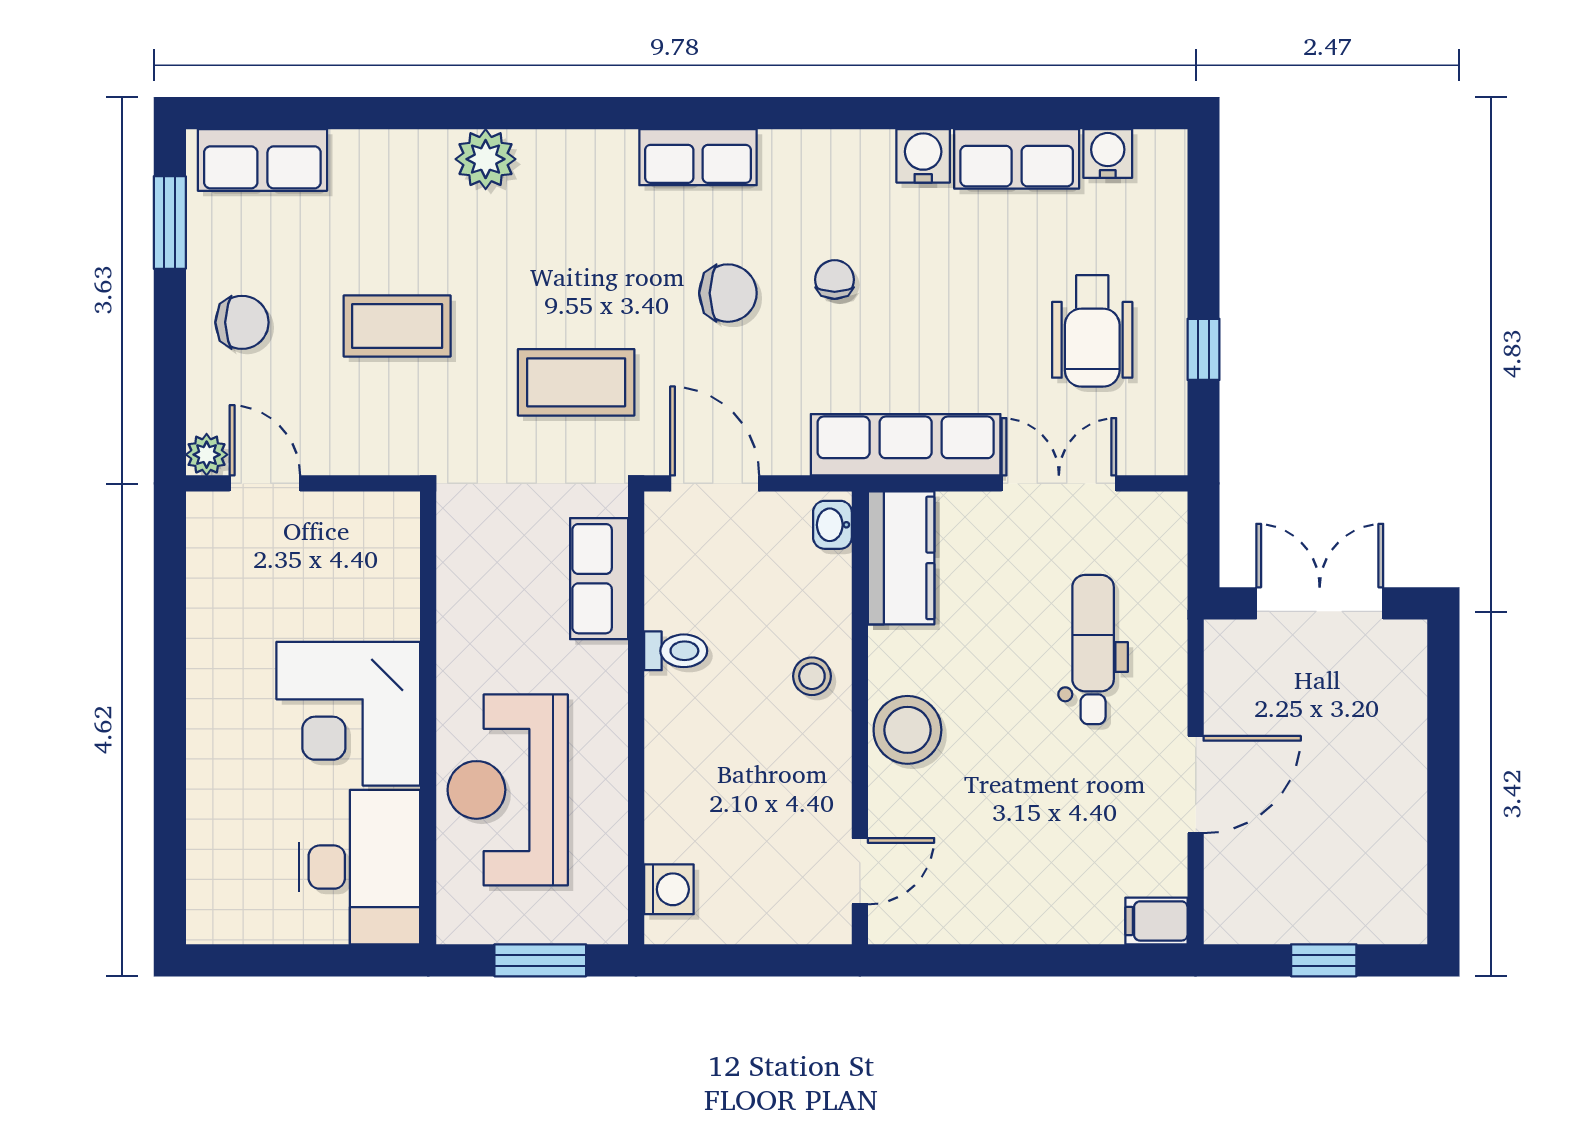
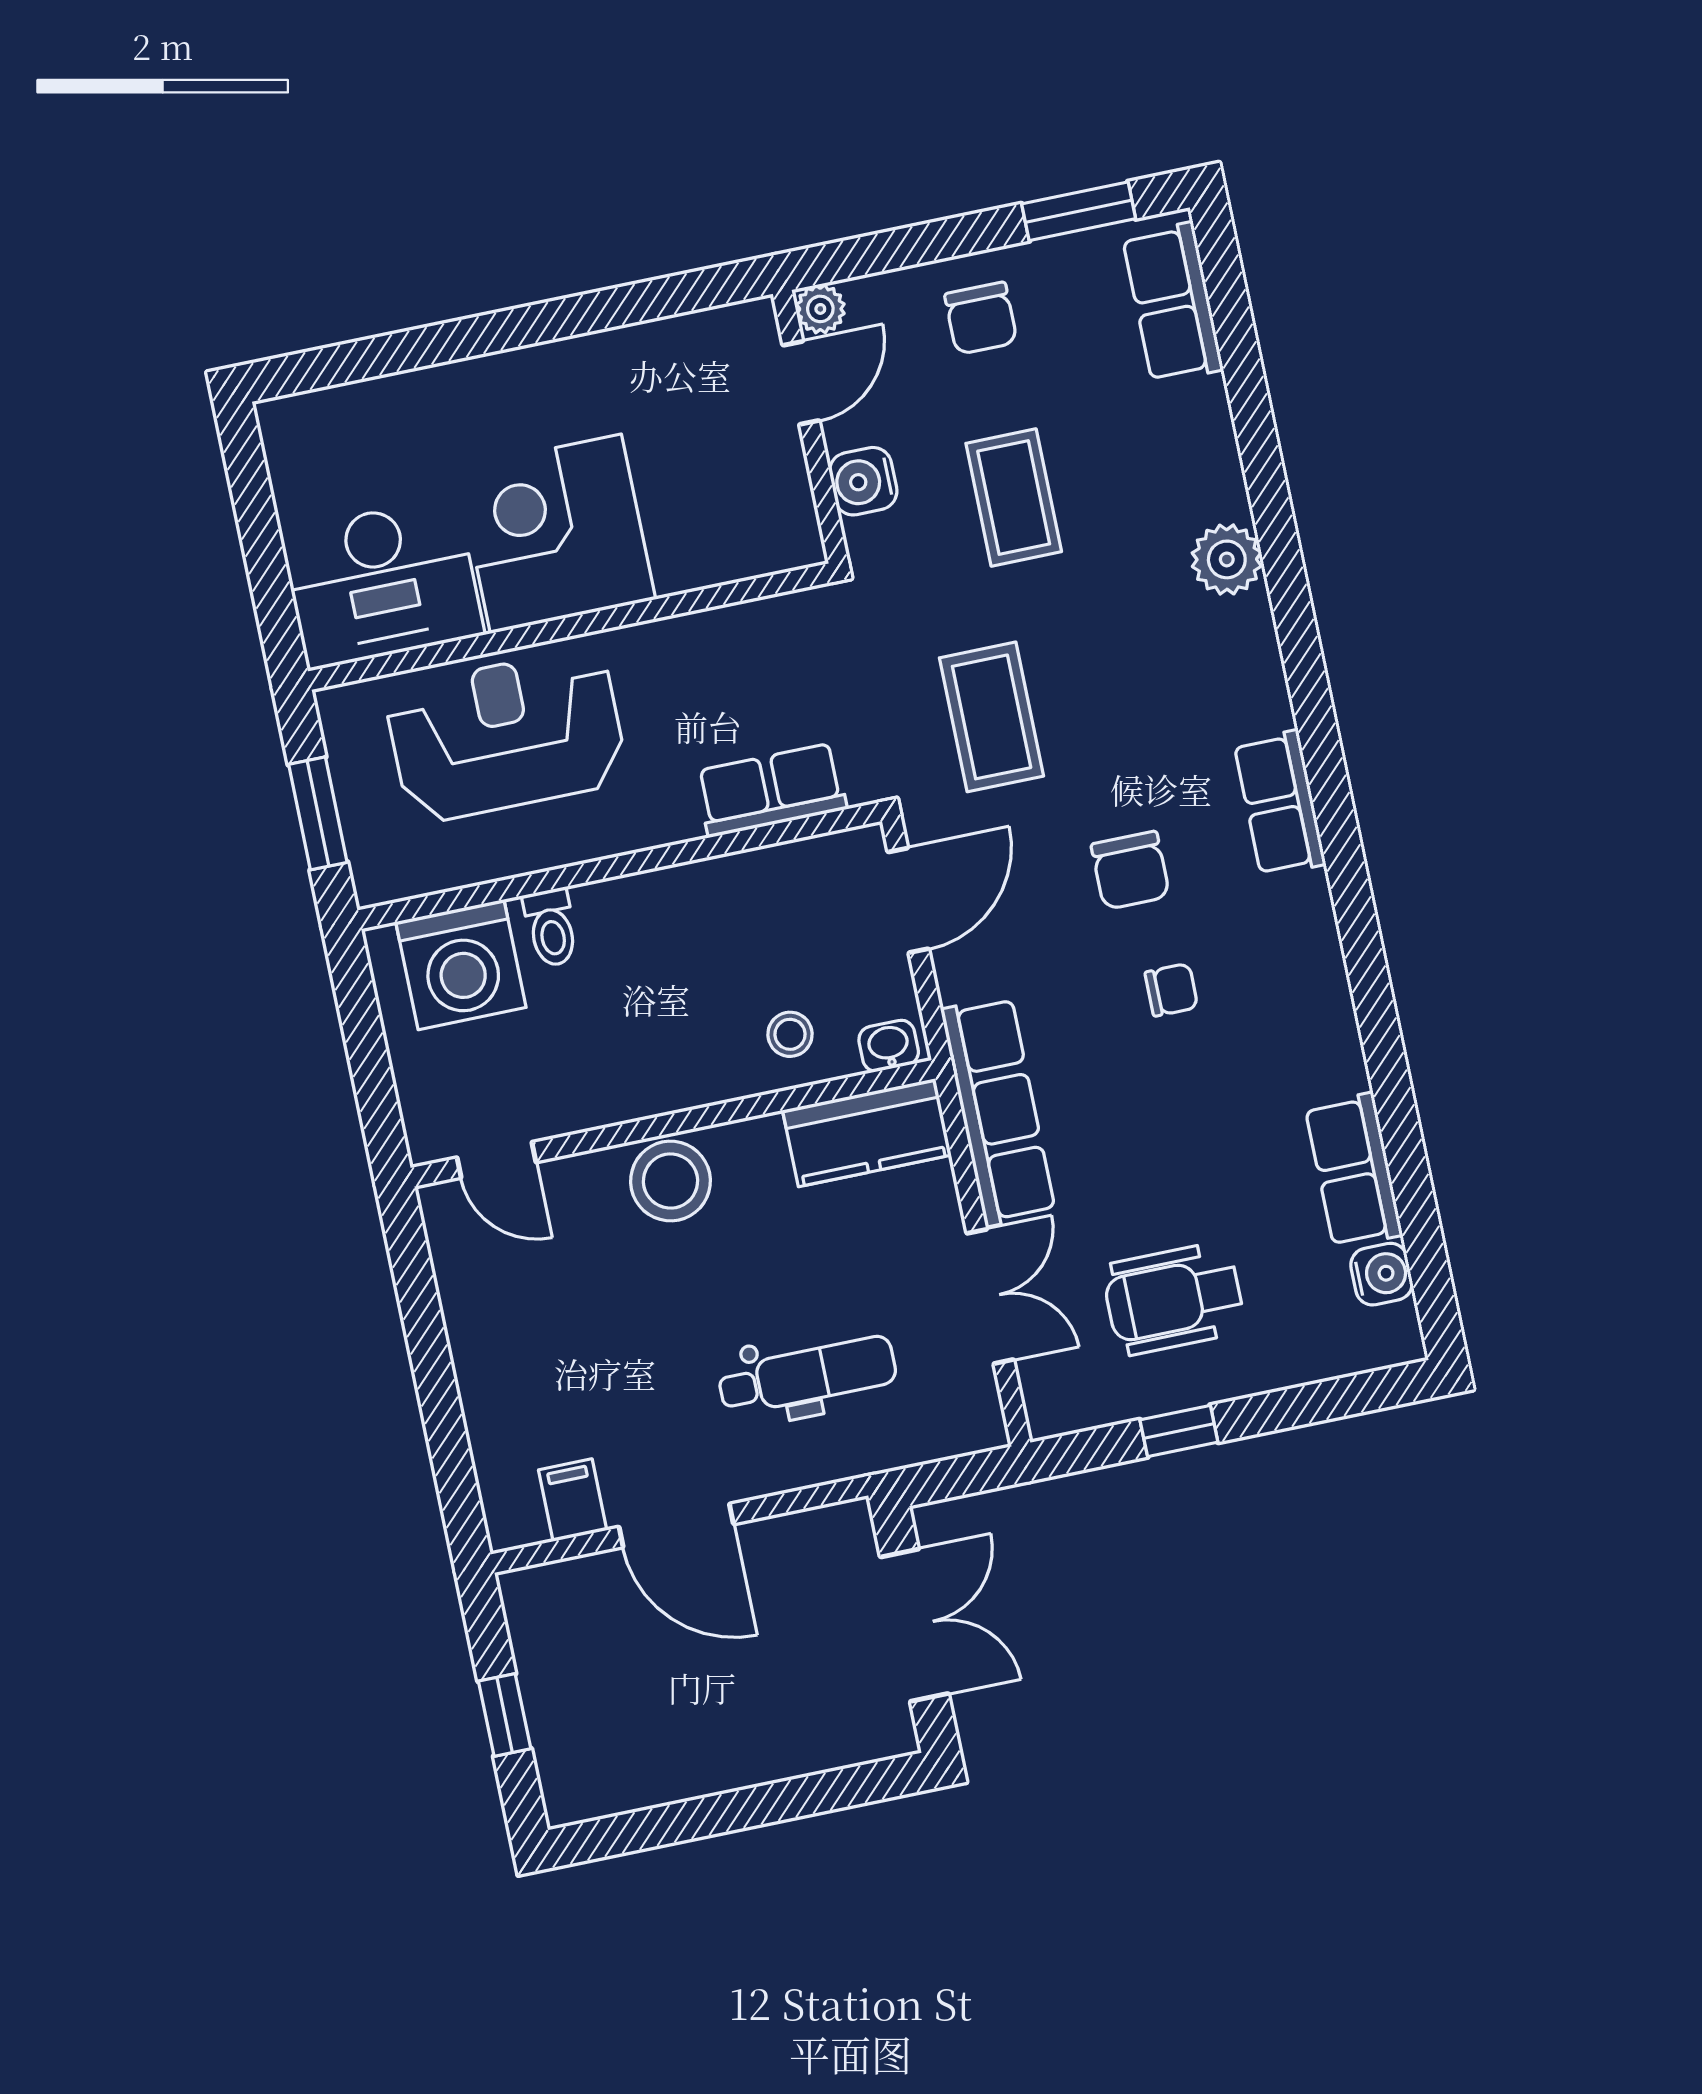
water cooler: (923, 156) -> (863, 481), moved, turned 180
toilet: (676, 651) -> (551, 928), moved
stool: (812, 676) -> (790, 1034), moved
washing machine: (669, 889) -> (461, 965), width x1.89, depth x1.89
filing cabinet: (1156, 921) -> (573, 1500), moved

